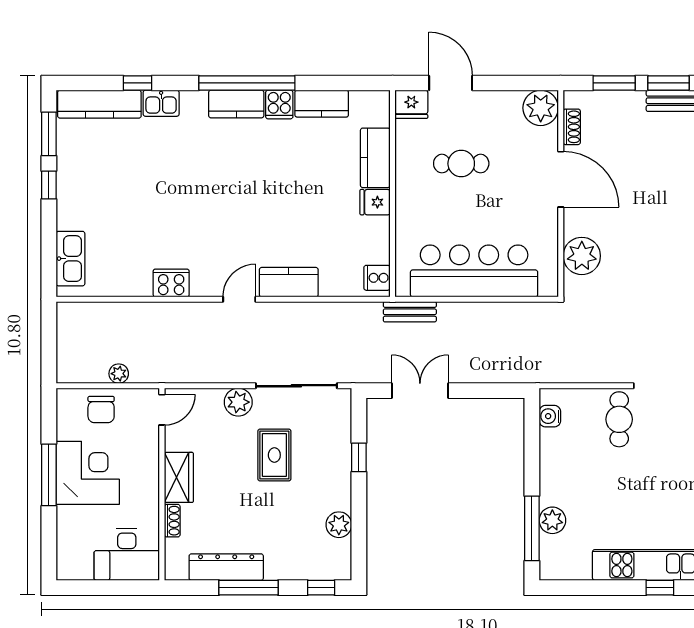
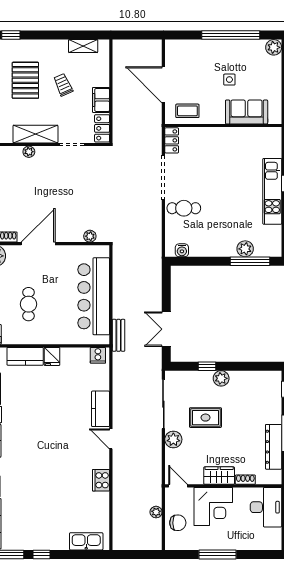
plant: (582, 256) -> (90, 236), width x0.53, depth x0.53
corner desk: (88, 473) -> (213, 506), moved, turned 180
plant: (339, 525) -> (221, 378), moved

